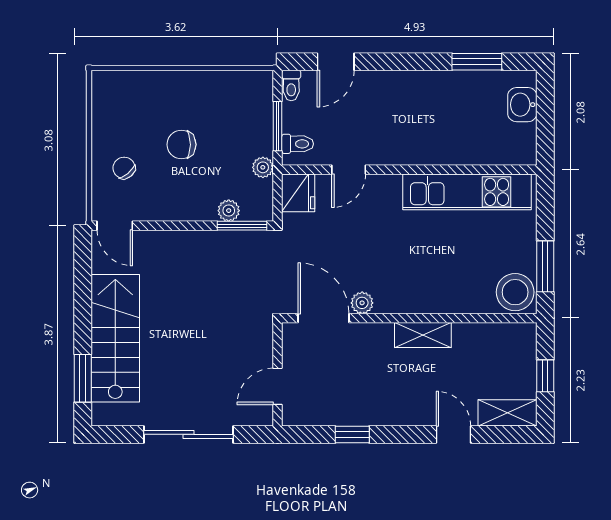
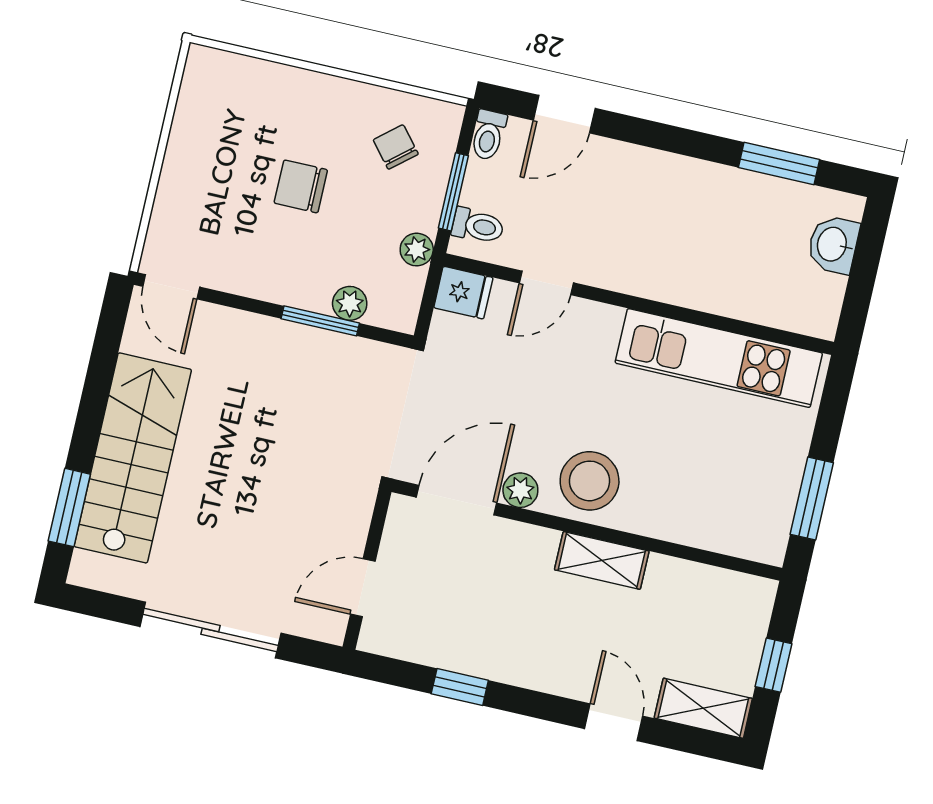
chair: (124, 168) -> (396, 147), moved
fridge: (298, 193) -> (463, 293), width x0.72
window: (242, 226) -> (320, 321), moved
stool: (515, 292) -> (590, 481), moved
door: (324, 318) -> (457, 500), hinge flipped

